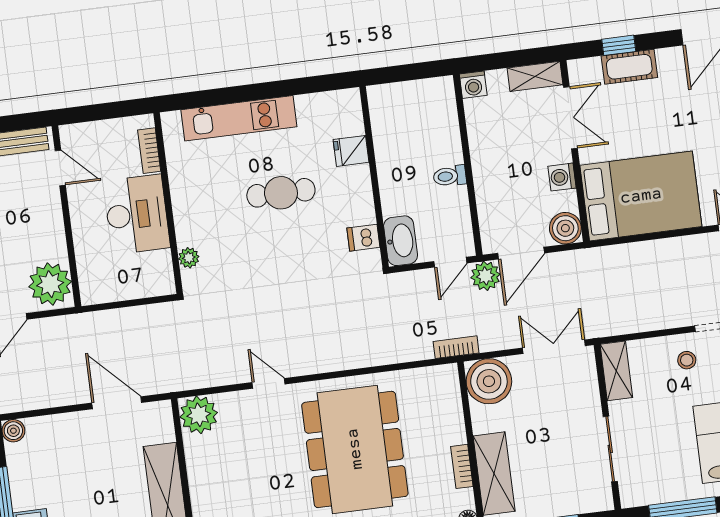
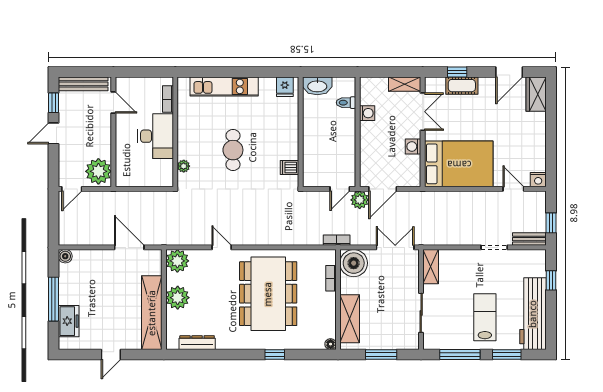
washing machine: (473, 85) -> (367, 113), moved, turned -90
fridge: (351, 151) -> (285, 87), moved, turned -90
toilet: (450, 176) -> (346, 103), moved
cafe table: (281, 193) -> (233, 150), moved, turned 90
boiler: (565, 228) -> (411, 177), removed
washbasin: (401, 241) -> (317, 86), moved, turned 90
stool: (687, 360) -> (474, 266), removed
bookcase: (462, 466) -> (331, 278), moved
plant: (207, 475) -> (178, 298), added

